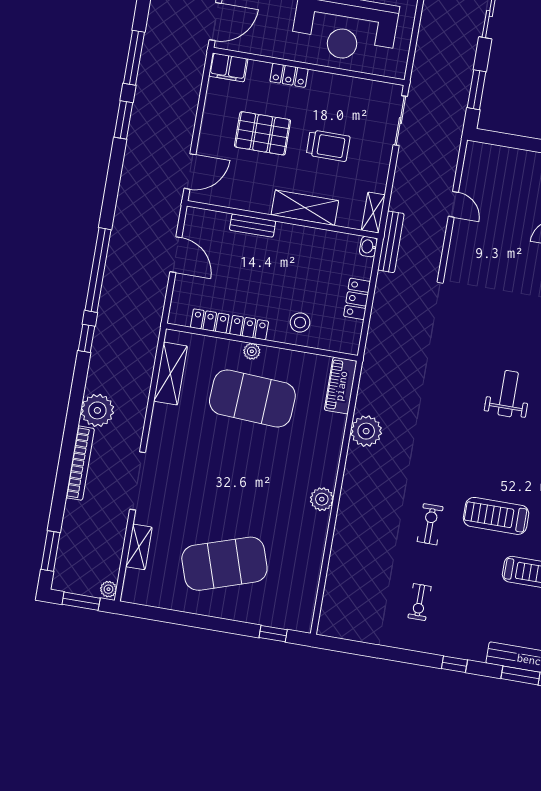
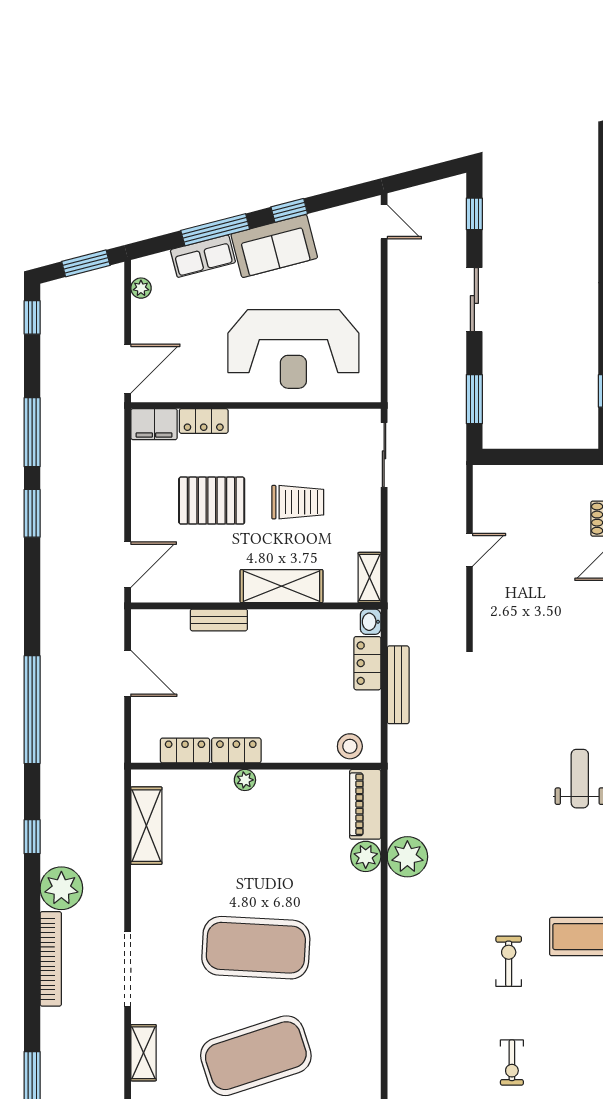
locker: (289, 75) -> (204, 421), moved
door: (453, 204) -> (470, 550), hinge flipped
bench: (391, 242) -> (398, 685), moved
locker: (357, 299) -> (367, 663), moved
stool: (300, 322) -> (350, 746), moved
window: (86, 338) -> (32, 837), moved
exercise mat: (252, 398) -> (256, 948), moved
plant: (322, 499) -> (366, 856), moved

